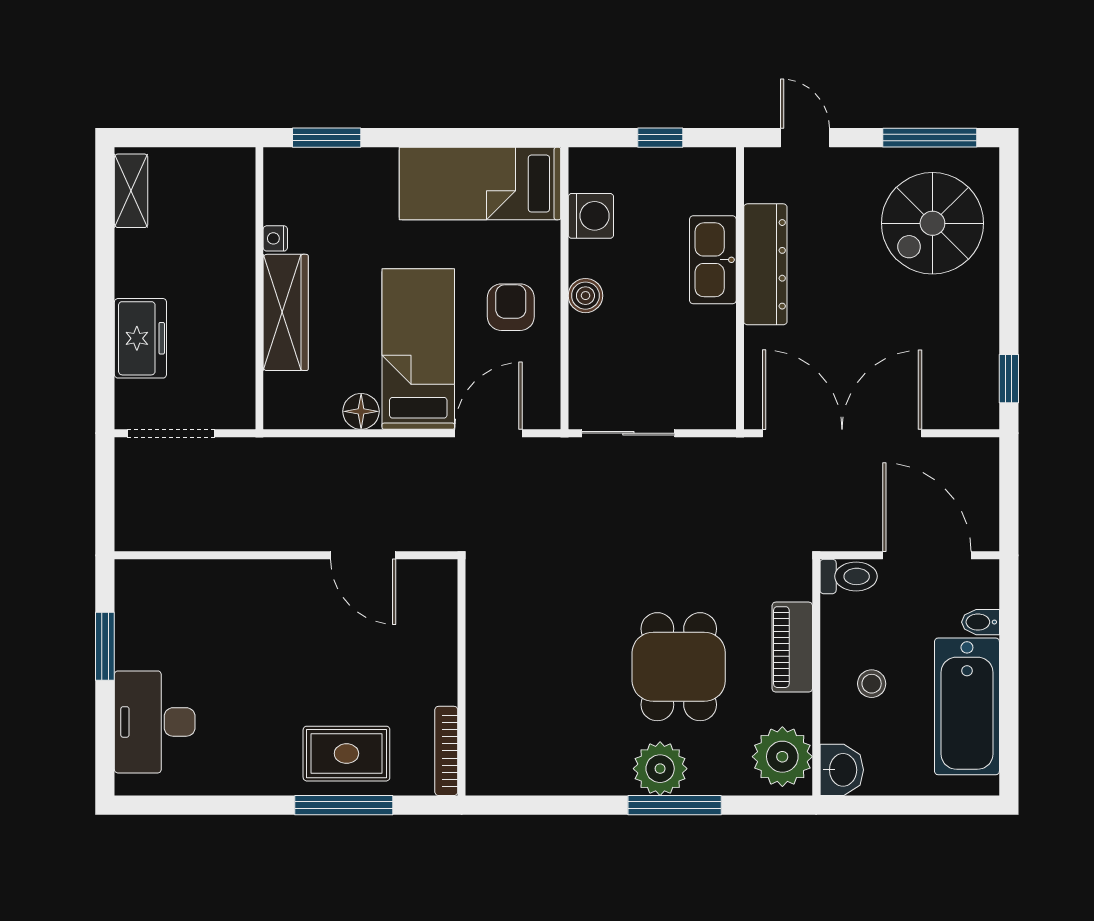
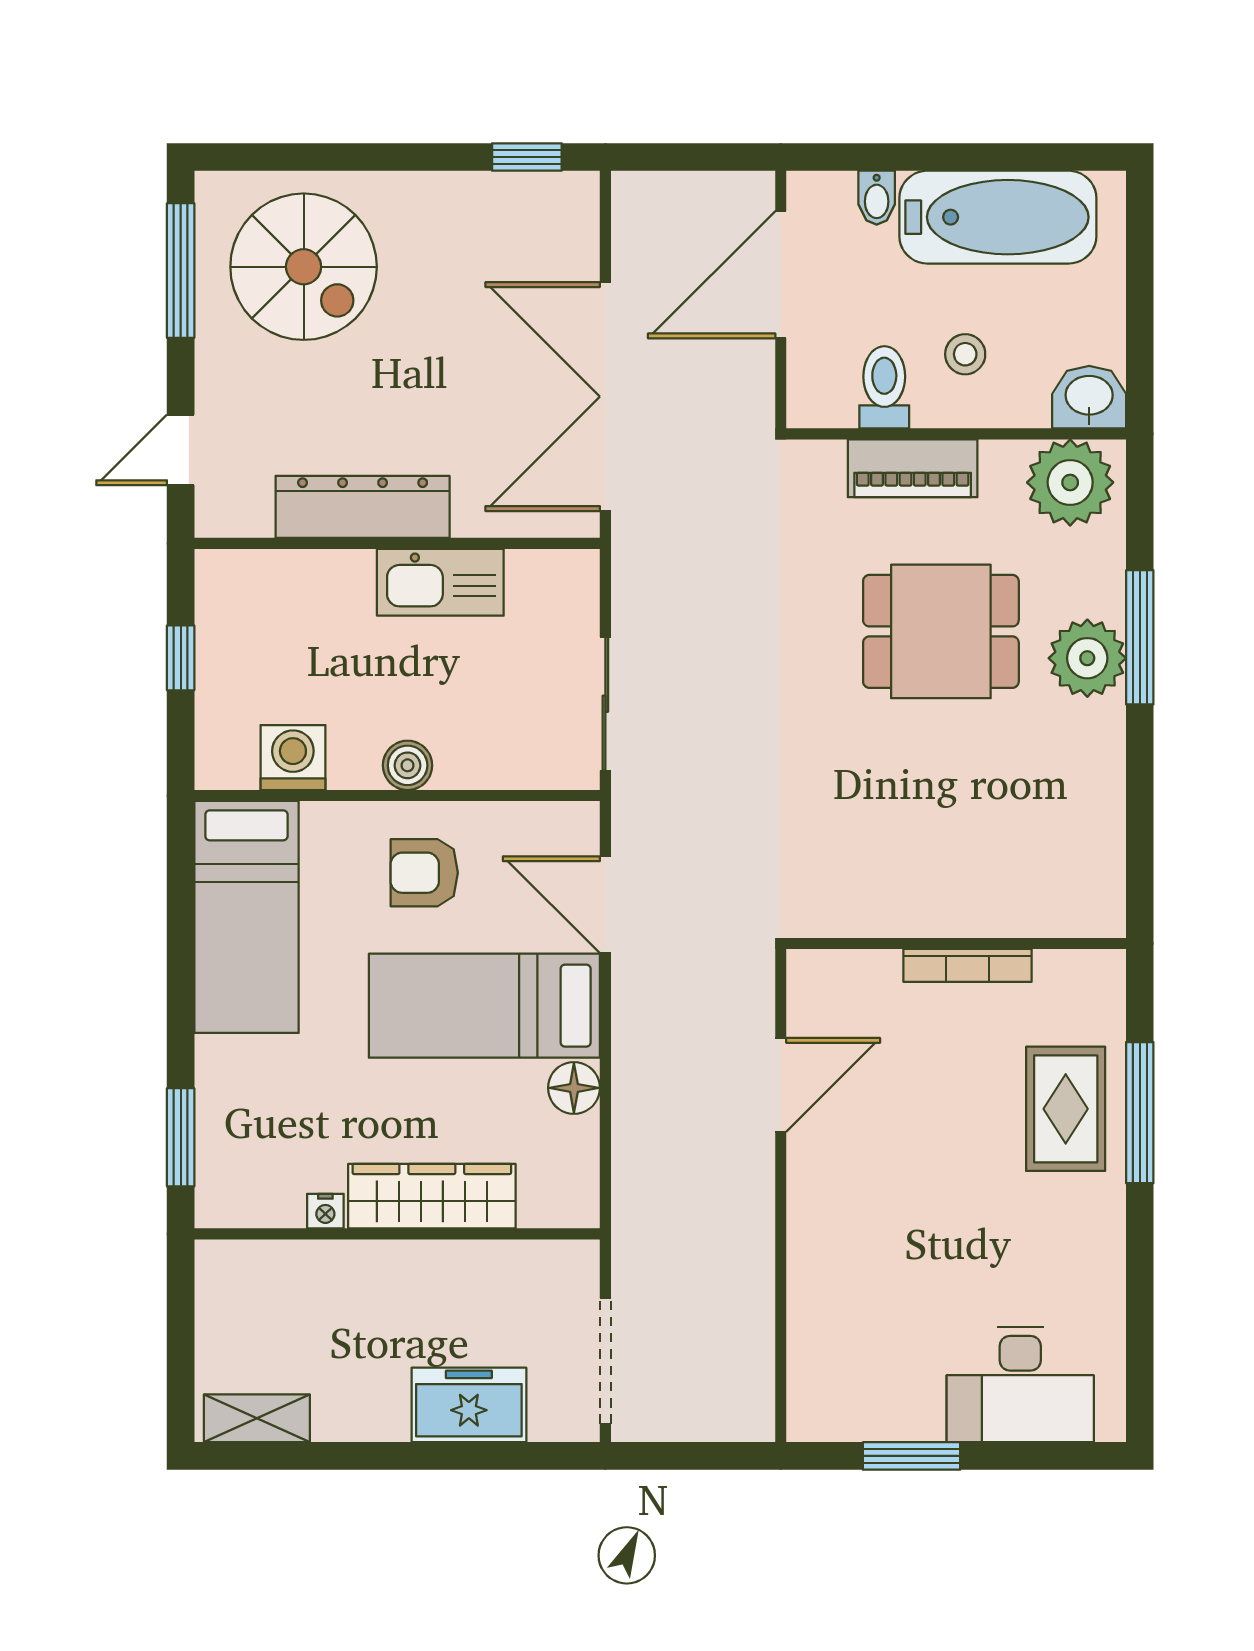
kitchen sink: (713, 260) -> (440, 582), moved
toilet: (849, 576) -> (884, 387), moved
bookcase: (446, 751) -> (968, 965), moved

